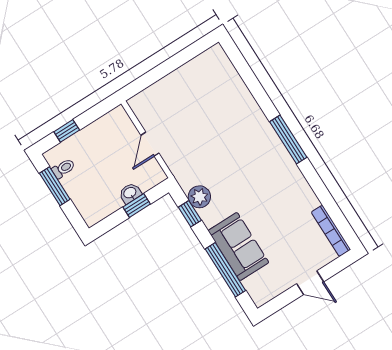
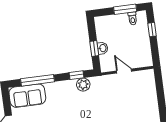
sofa: (238, 247) -> (27, 96), moved

